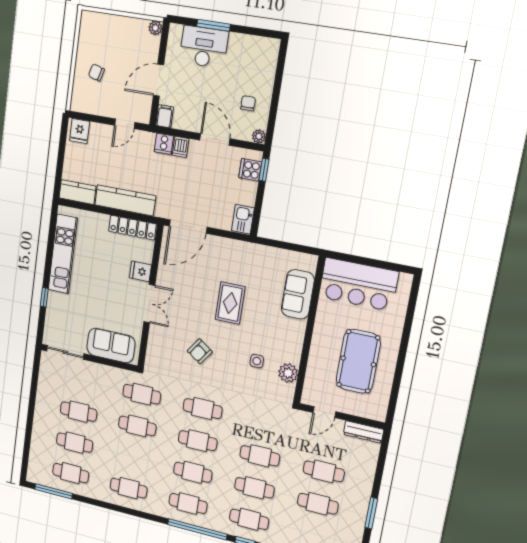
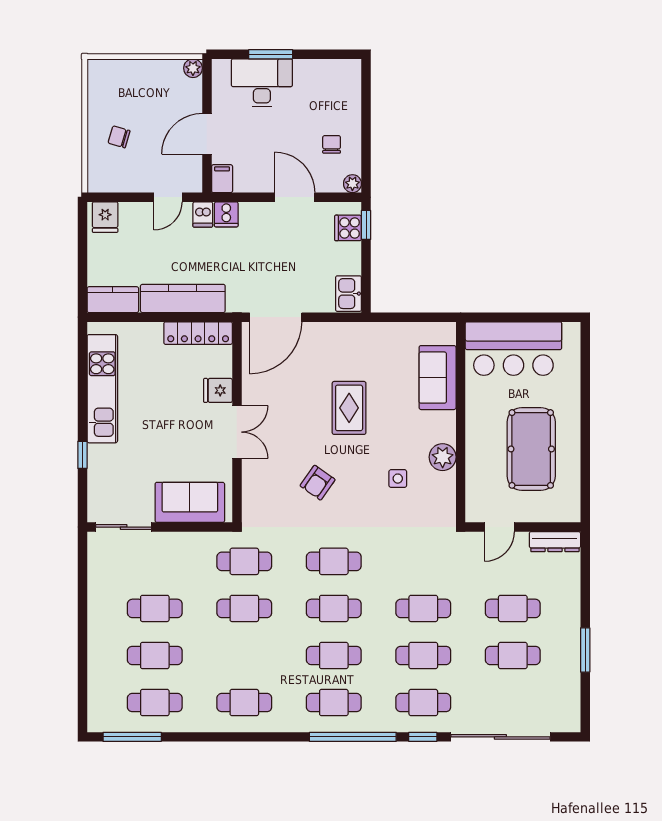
dishwasher: (181, 147) -> (203, 215), moved
plant: (288, 373) -> (443, 457), moved

